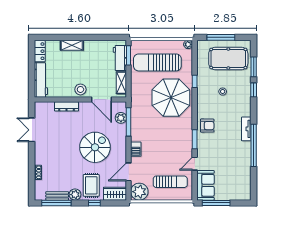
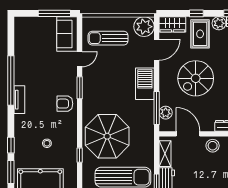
barbecue: (136, 149) -> (145, 84), width x1.88, depth x1.53

